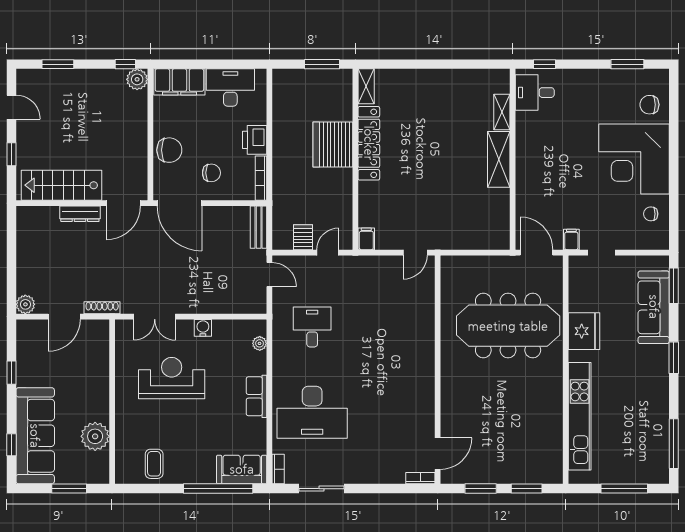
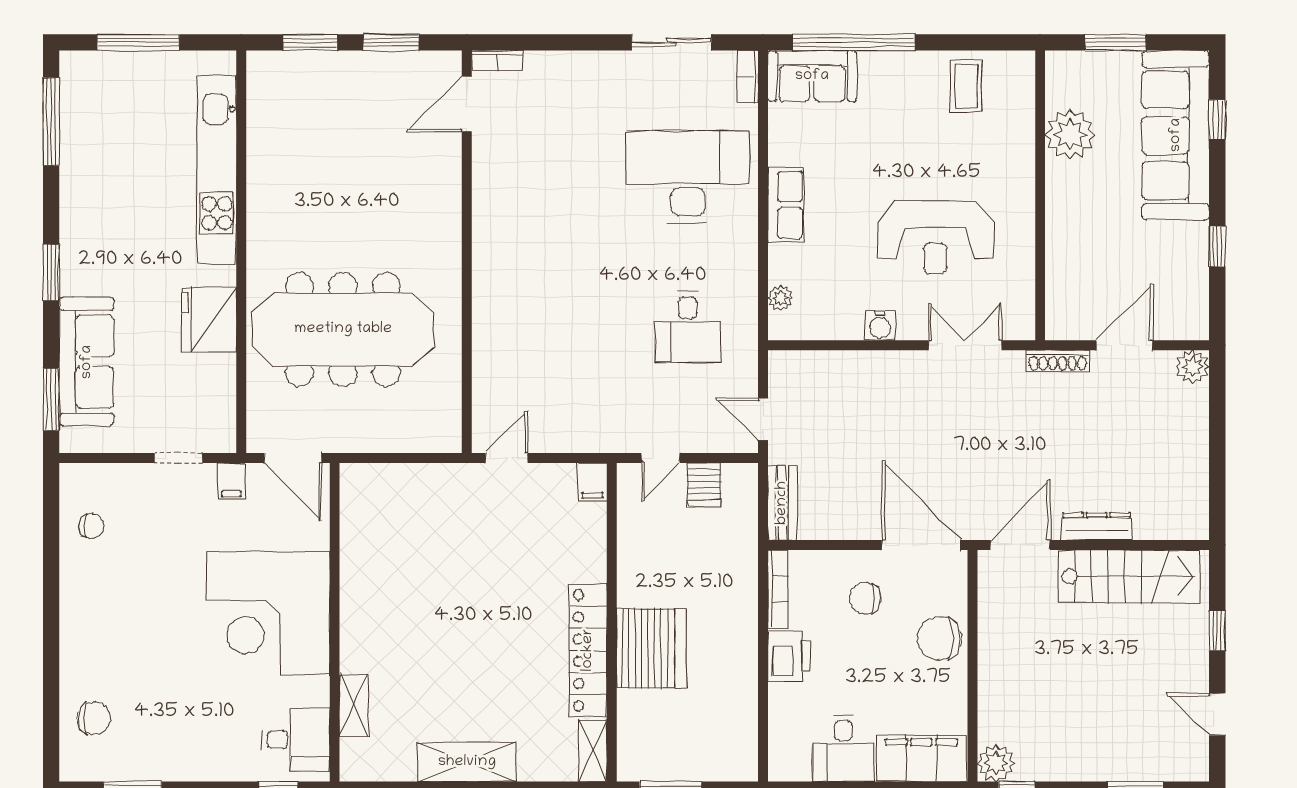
desk: (230, 87) -> (843, 749), width x0.73
shelving: (499, 159) -> (467, 762), moved, turned 90
corner desk: (634, 159) -> (268, 613), moved, turned 180

